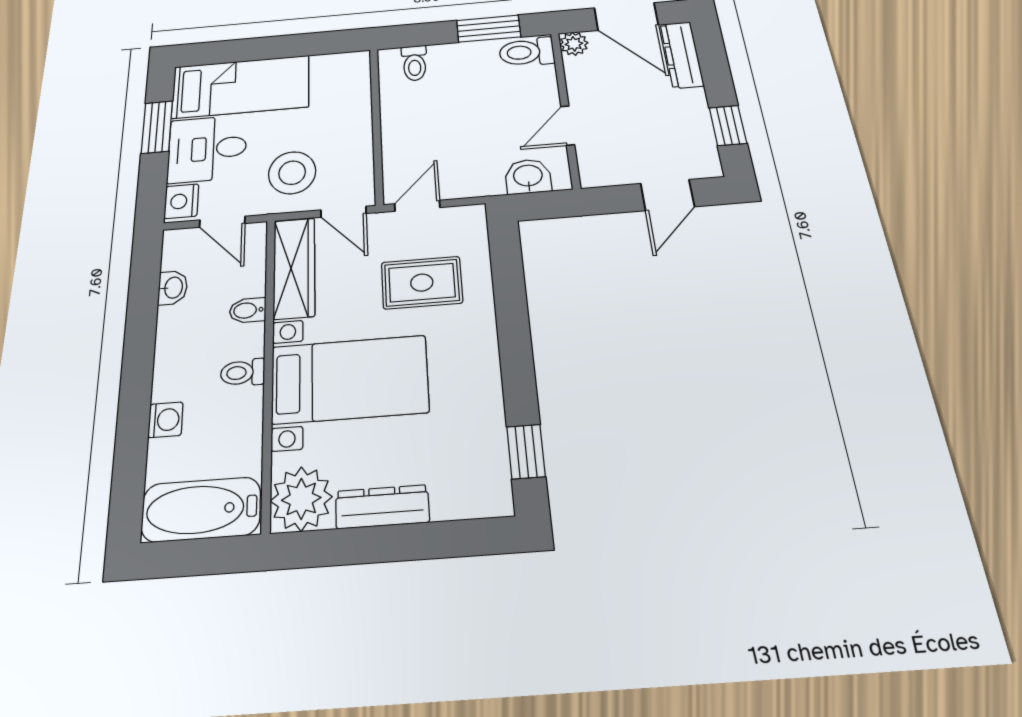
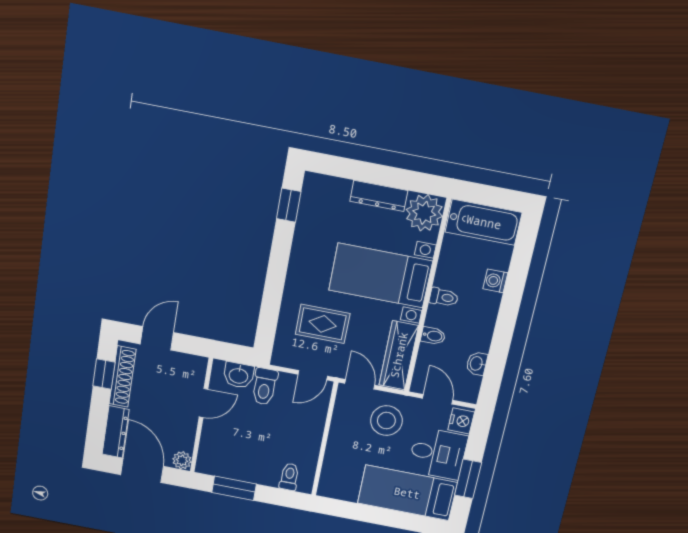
toilet: (527, 52) -> (265, 387), moved, turned 90
shoe rack: (699, 129) -> (123, 377), added

